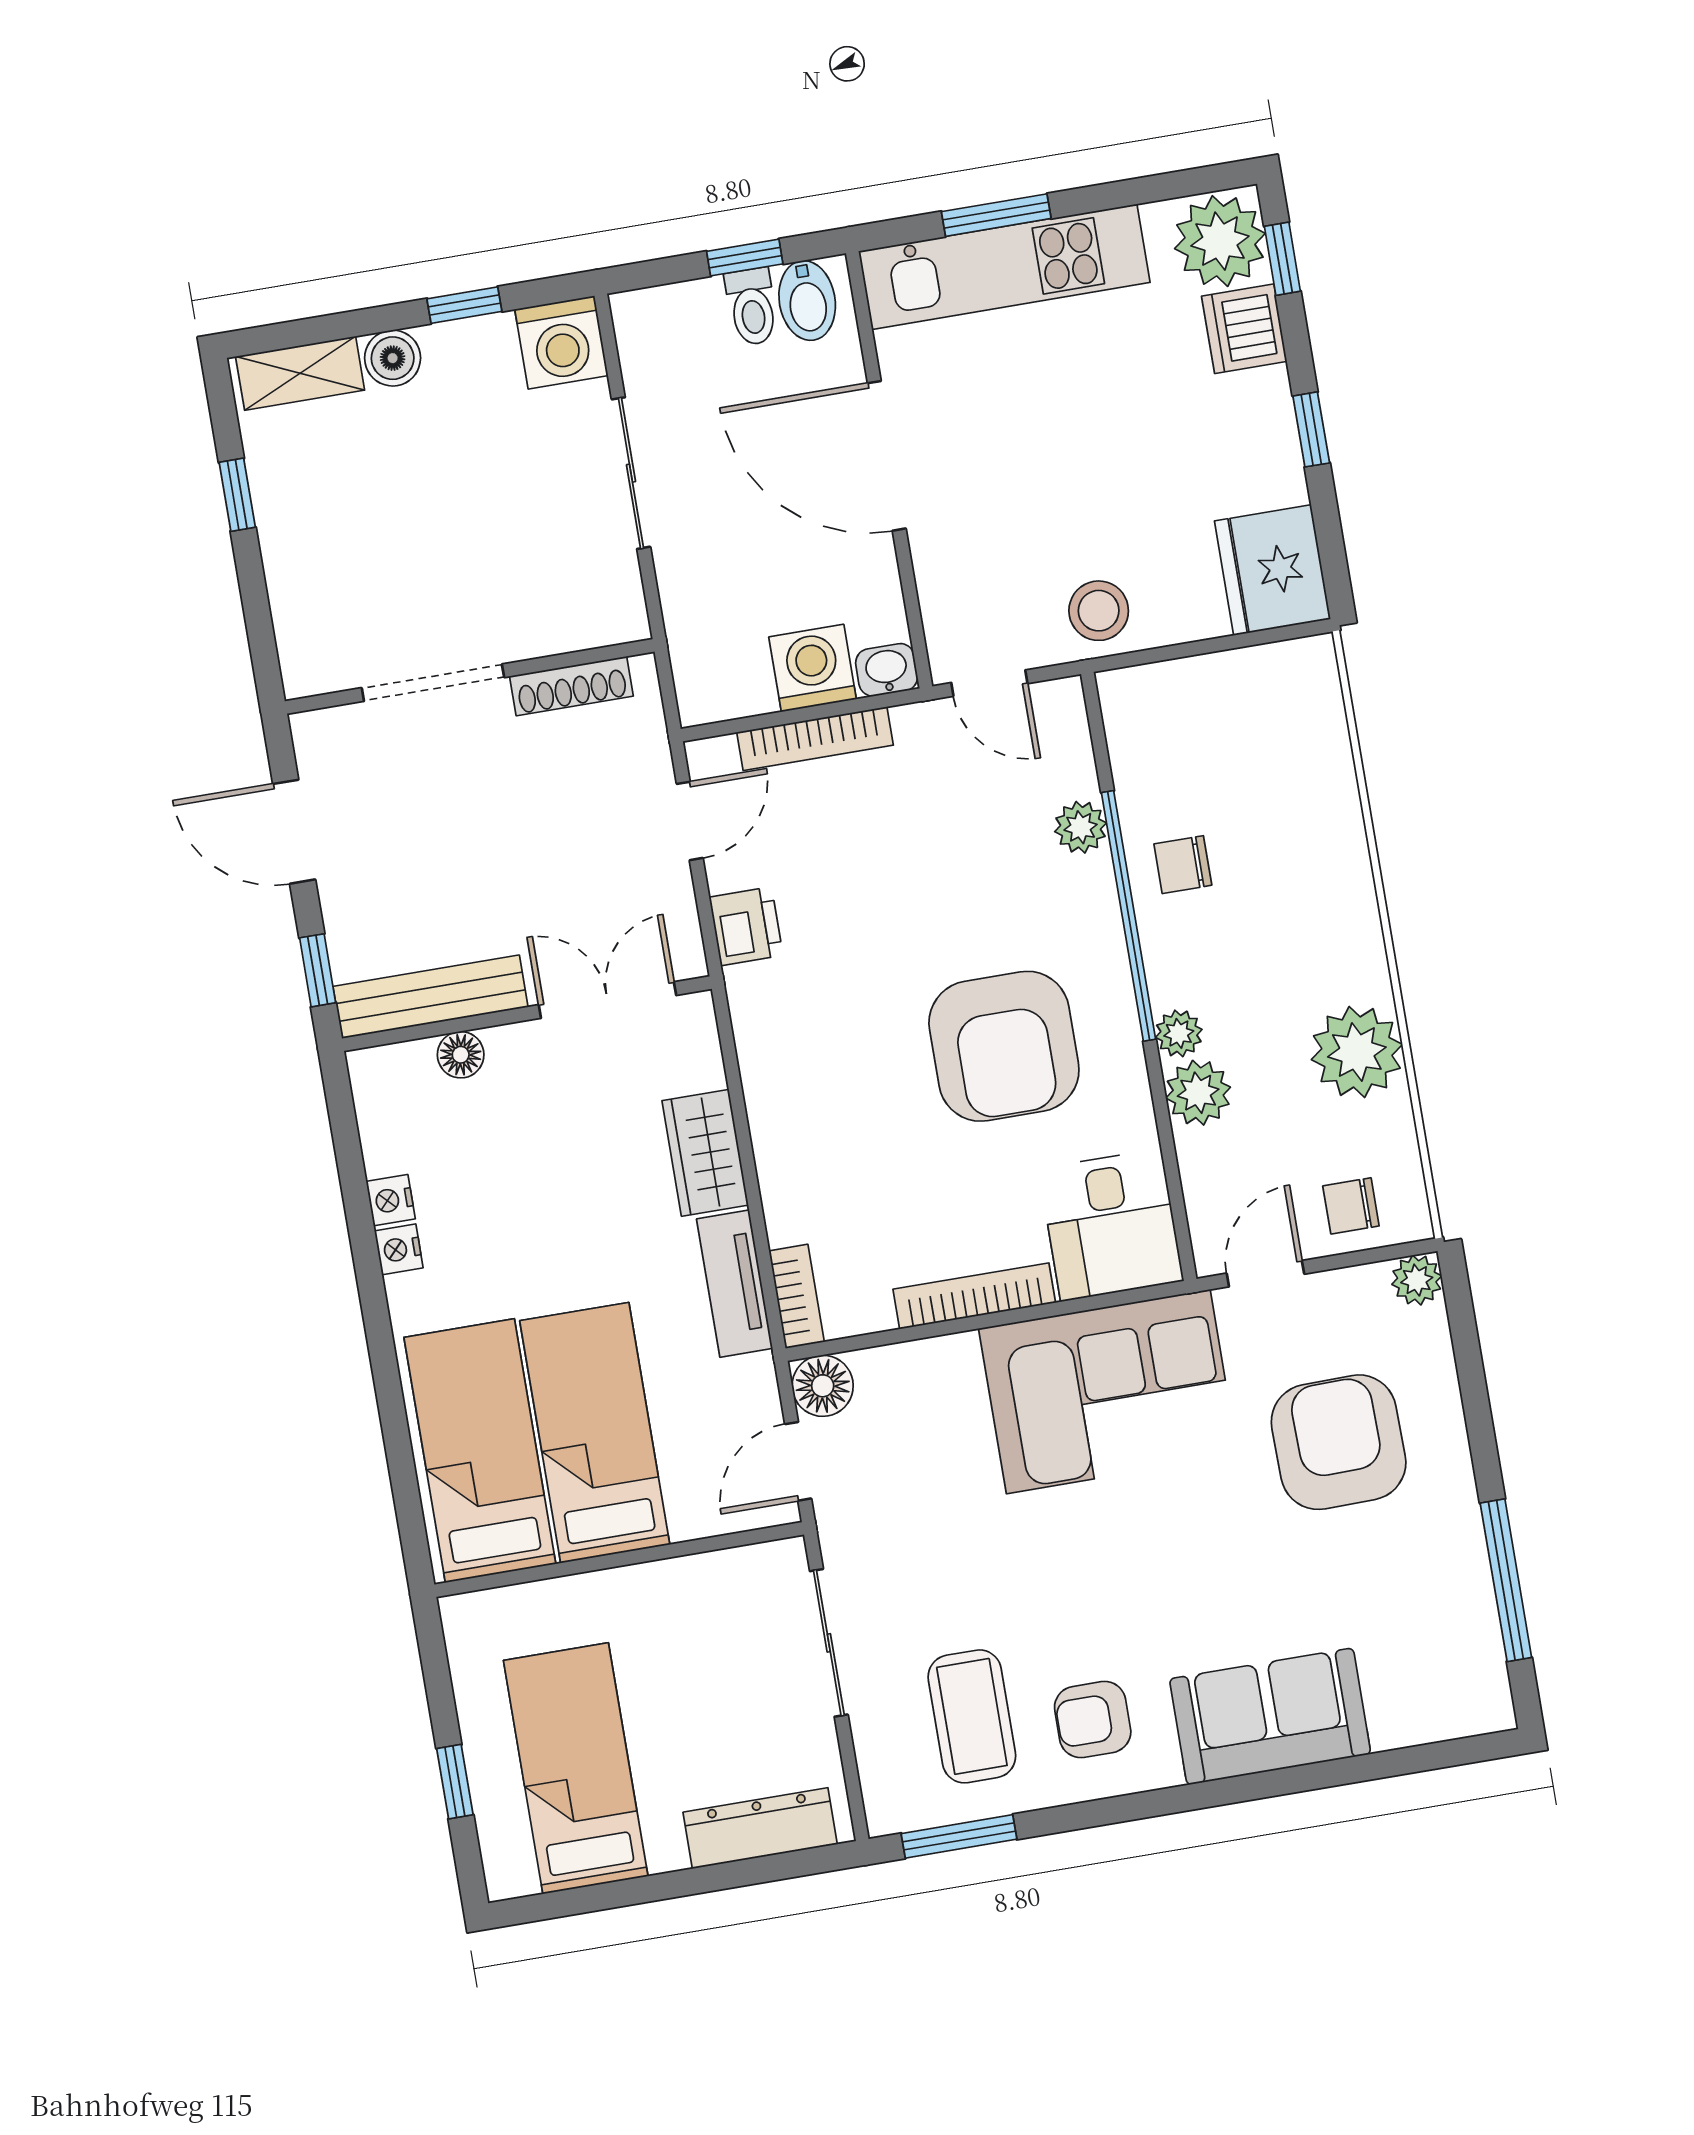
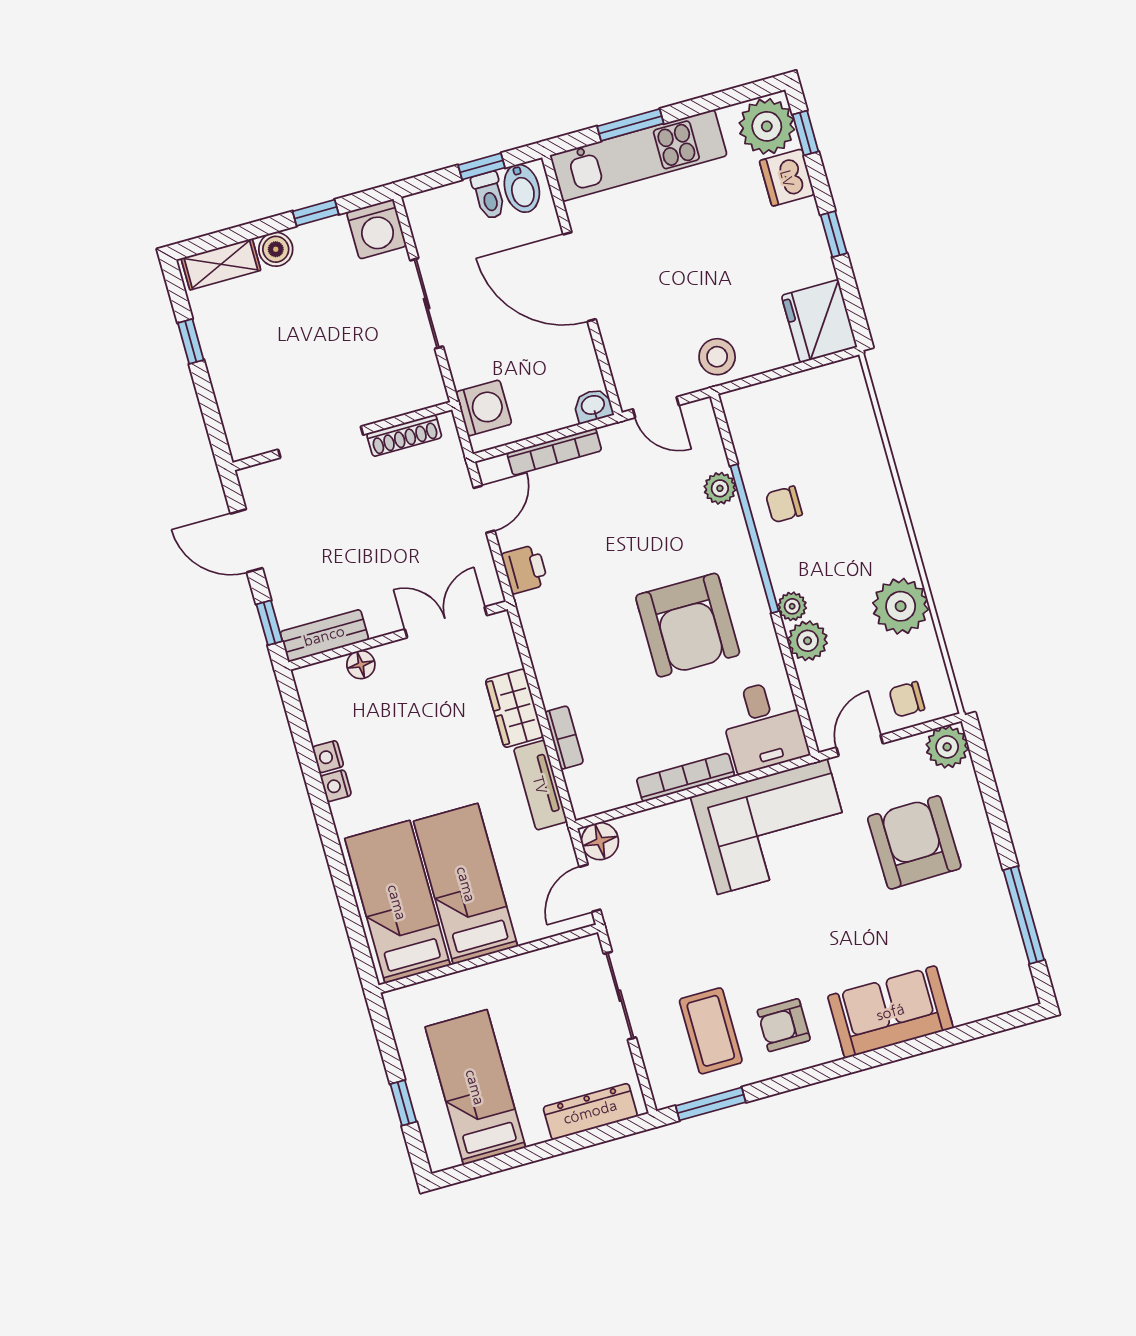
washing machine: (813, 668) -> (484, 408), moved, turned 90
bench: (431, 997) -> (324, 636), width x0.73
plant: (1417, 1280) -> (947, 747), width x1.38, depth x1.38
bookcase: (797, 1296) -> (564, 738), moved

